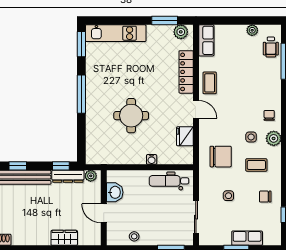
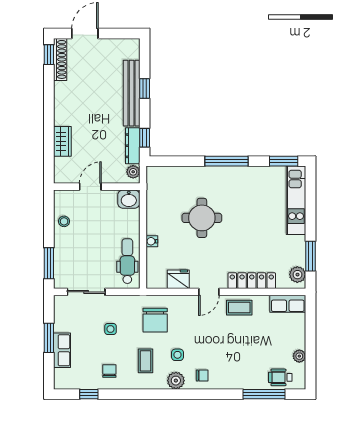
washbasin: (115, 192) -> (129, 199), moved

